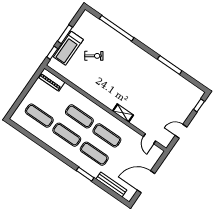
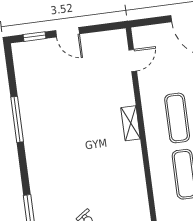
door: (181, 131) -> (68, 32), moved

